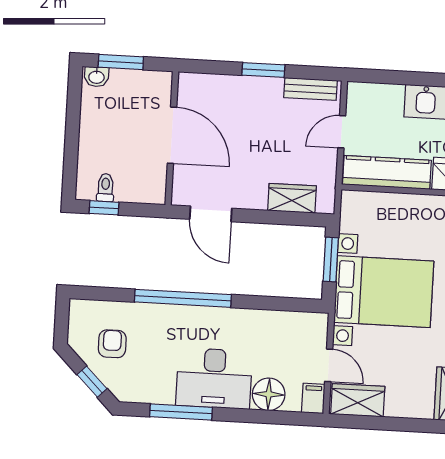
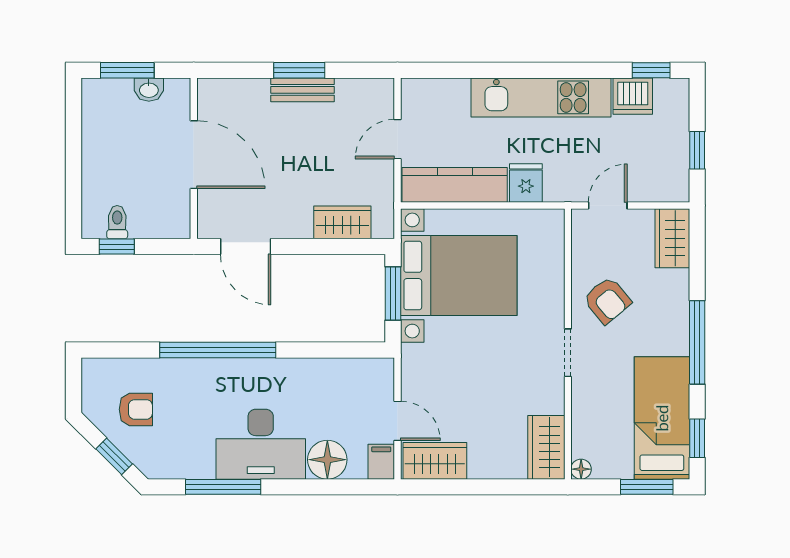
washbasin: (96, 77) -> (149, 90), moved
bench: (310, 89) -> (302, 90), moved
bed with nightstands: (384, 292) -> (459, 275), moved
armchair: (112, 344) -> (136, 409), turned 90

